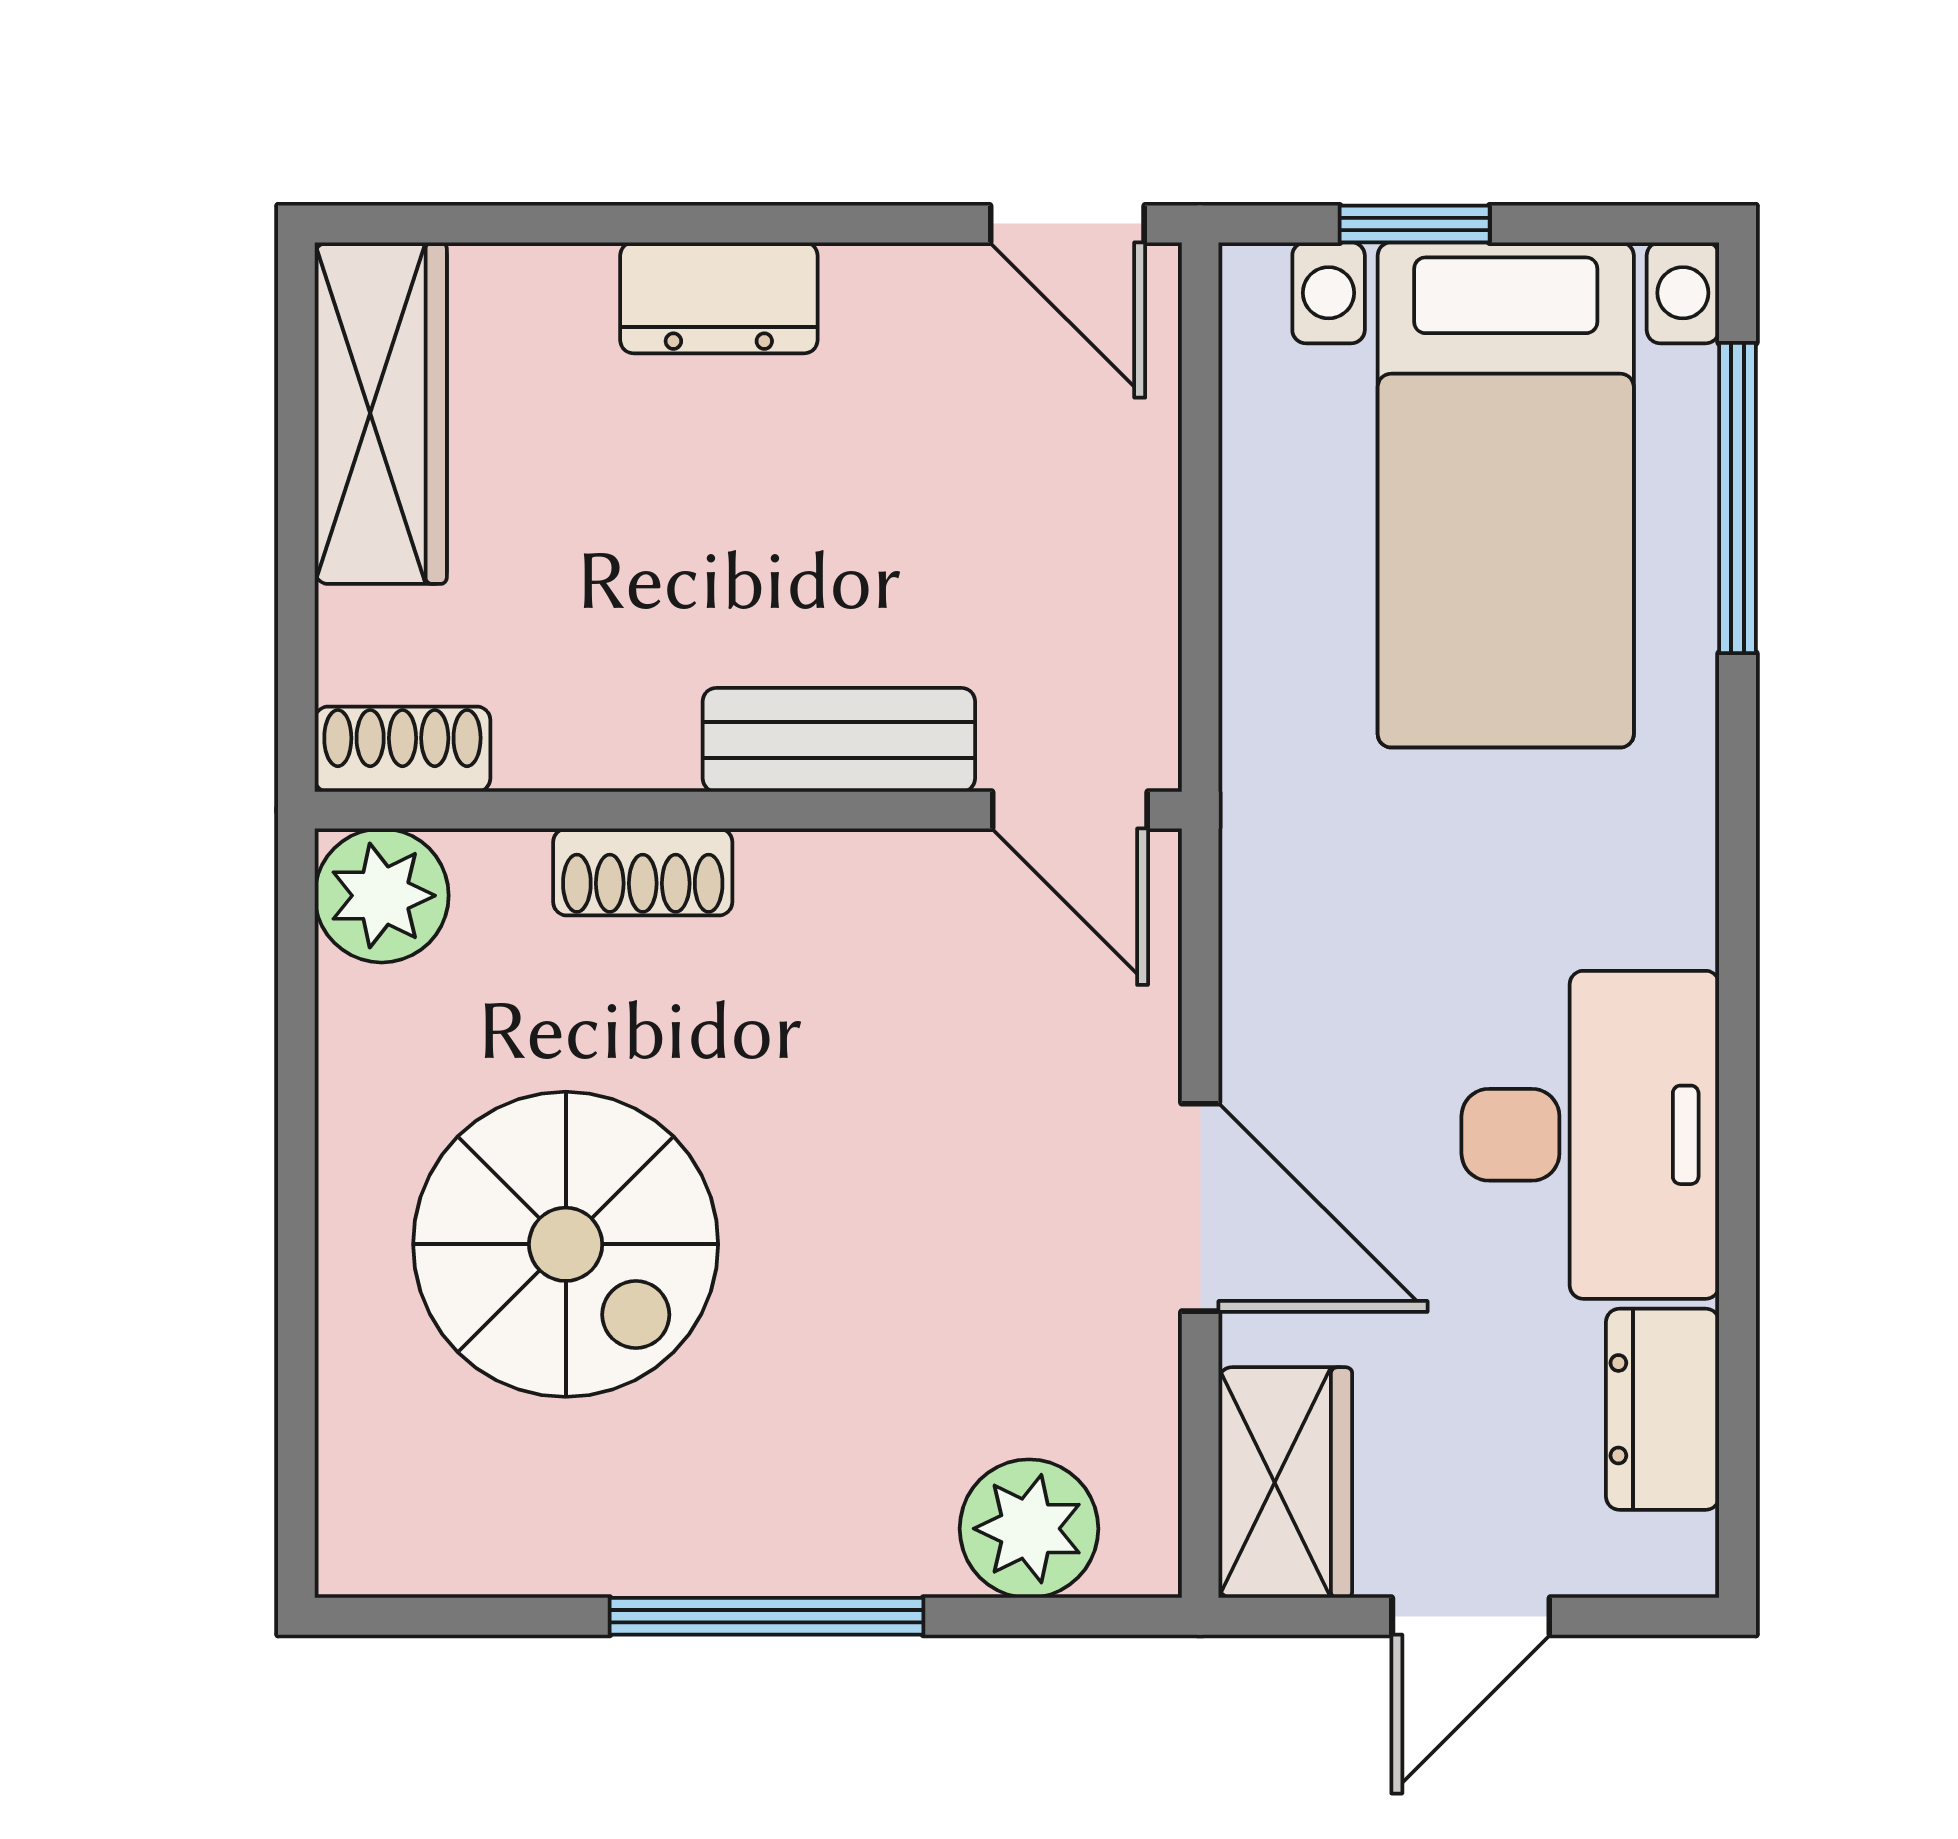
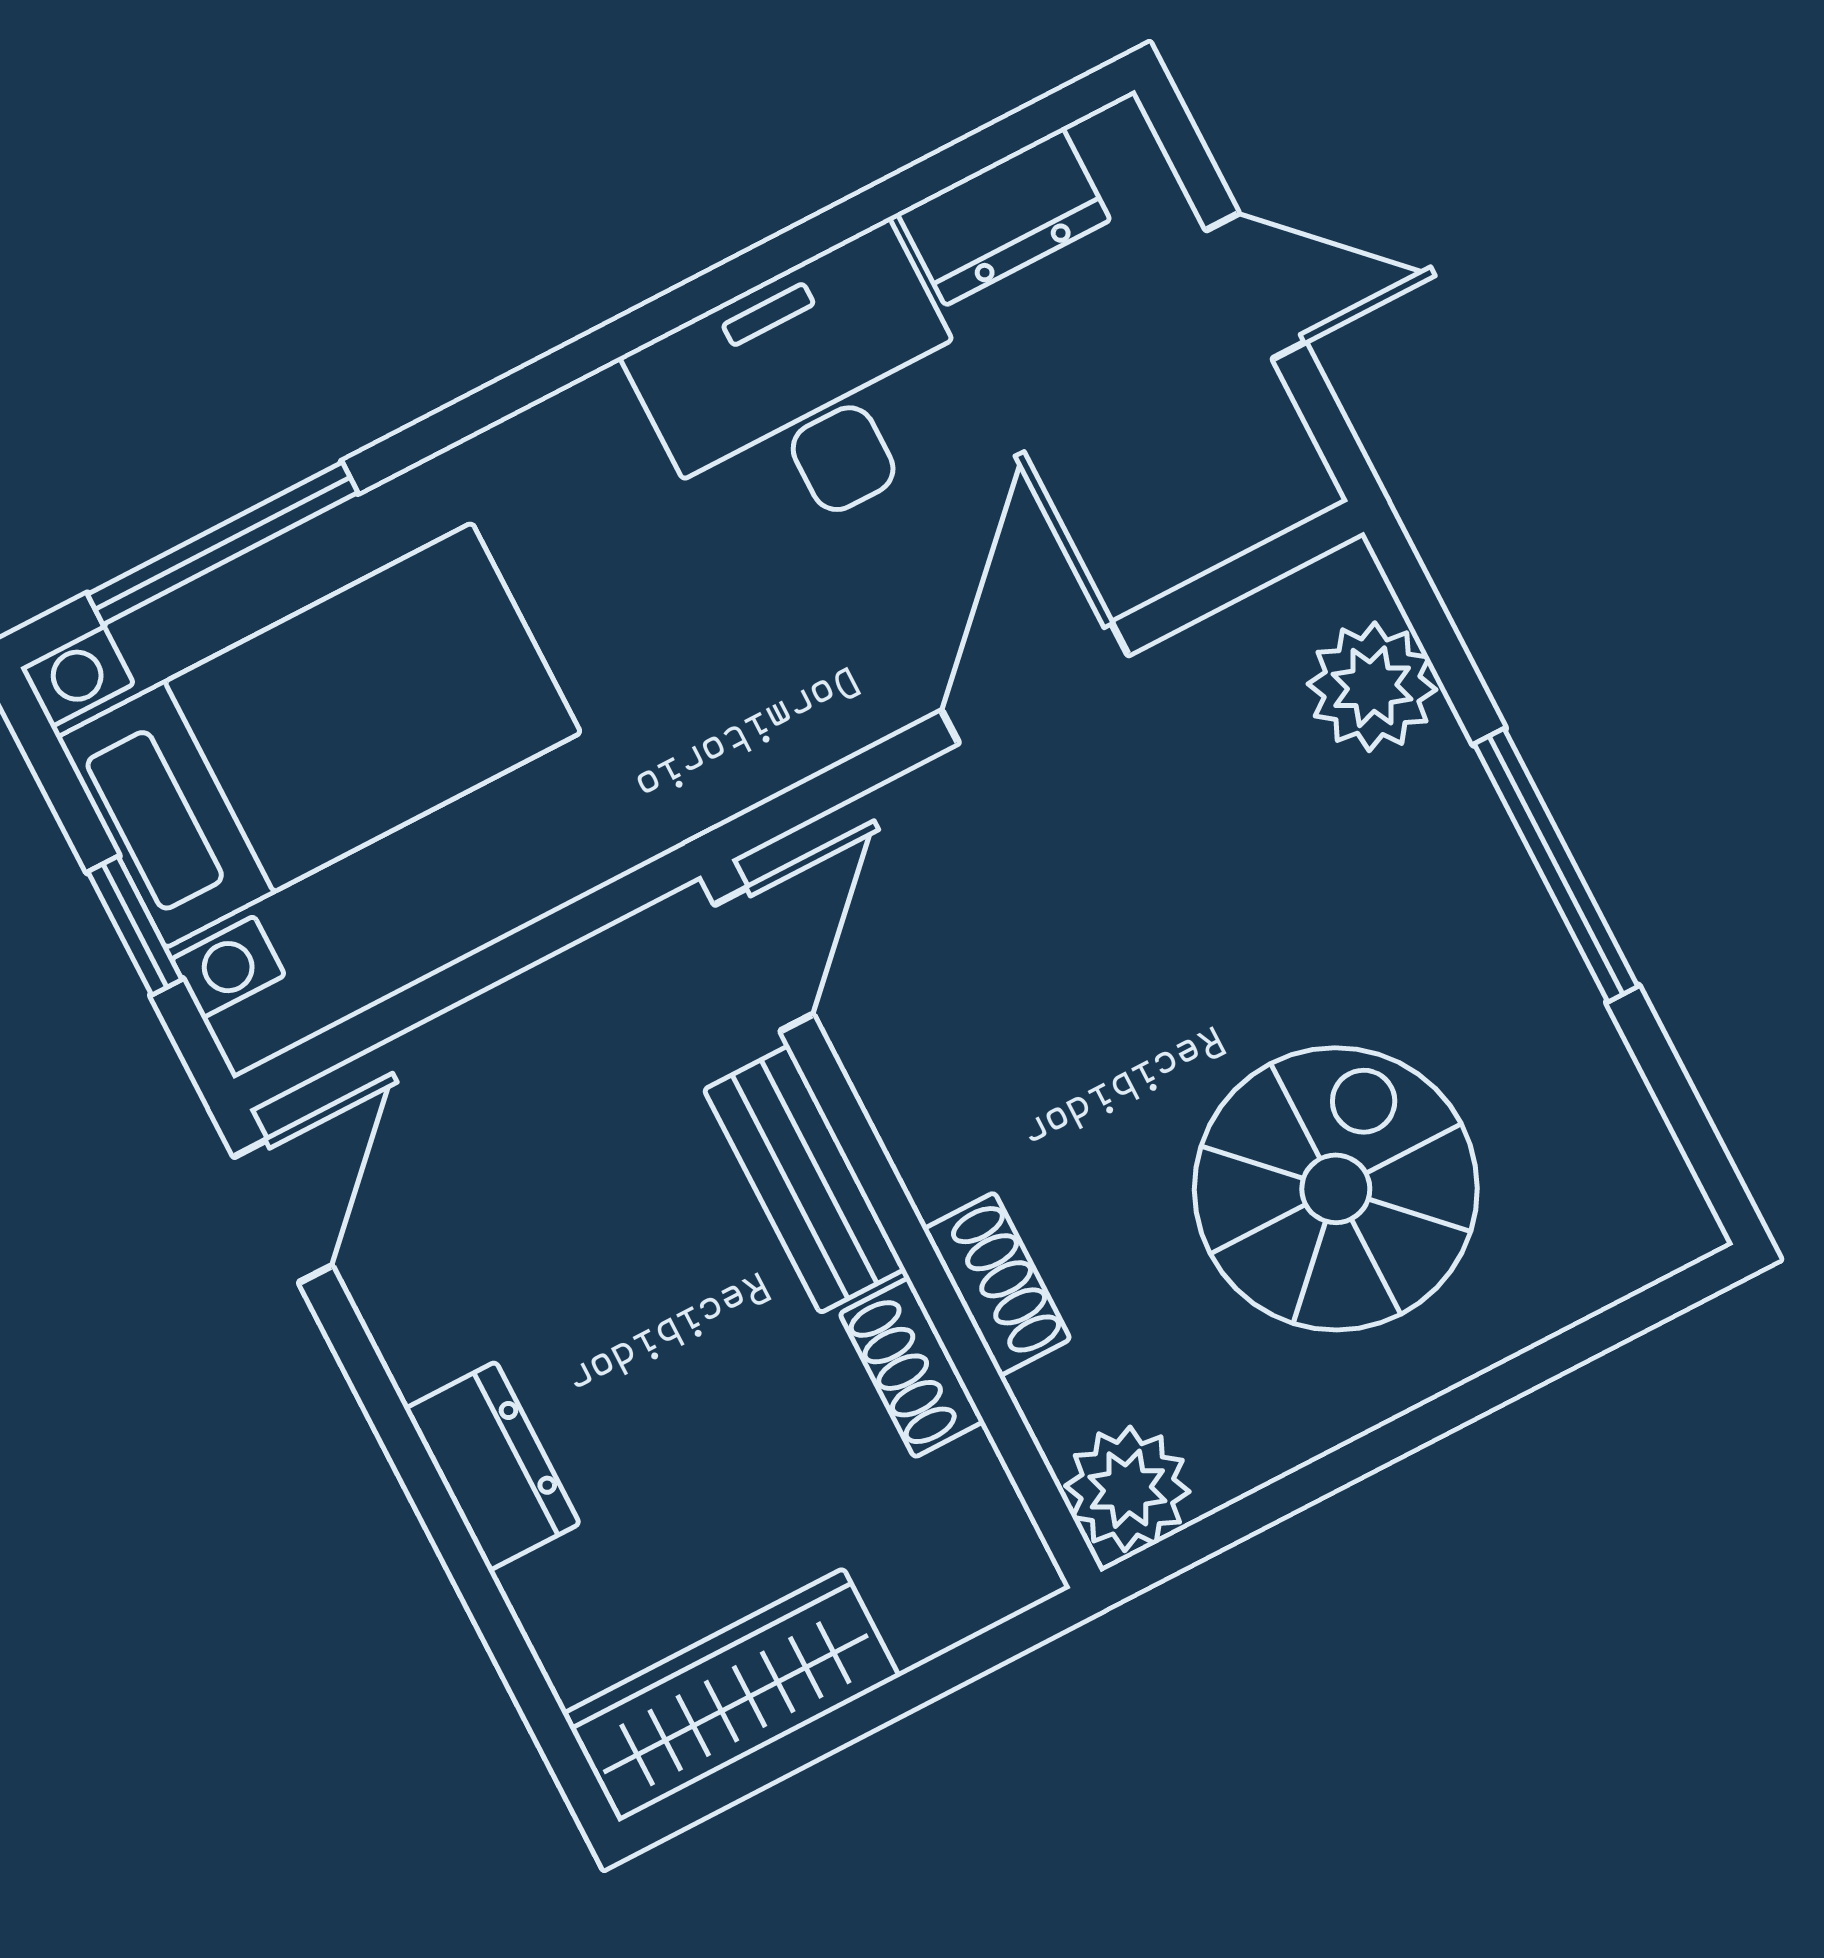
shoe rack: (402, 749) -> (912, 1367), moved
wardrobe: (1285, 1483) -> (1225, 495), removed

